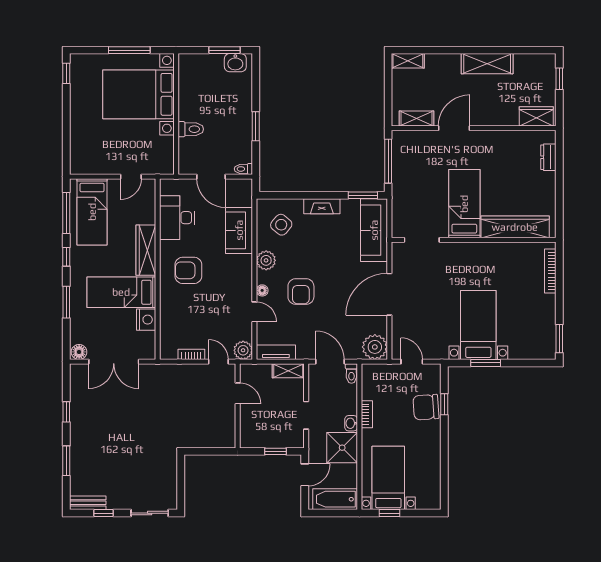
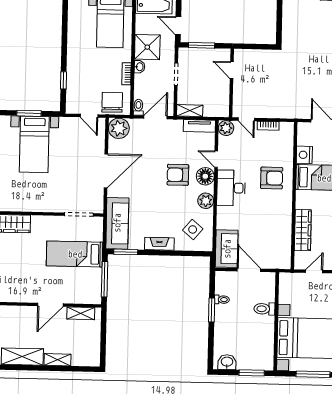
window: (224, 50) -> (252, 373), moved
shelving: (408, 61) -> (57, 360), moved
toilet: (243, 169) -> (222, 300), moved
bed: (464, 204) -> (75, 254), moved, turned 90
desk: (177, 218) -> (231, 188), moved, turned 180
sofa: (239, 230) -> (227, 249), moved
wardrobe: (146, 250) -> (303, 230), moved
armchair: (188, 270) -> (272, 178), moved
floor lamp: (262, 290) -> (205, 176), width x1.89, depth x1.89
armchair: (301, 291) -> (178, 175), turned -90
door: (330, 362) -> (156, 117), swing flipped
door: (238, 393) -> (232, 70), moved
chair: (426, 407) -> (112, 102), moved, turned -86
window: (275, 451) -> (202, 45), width x1.50
door: (305, 475) -> (178, 26), hinge flipped

